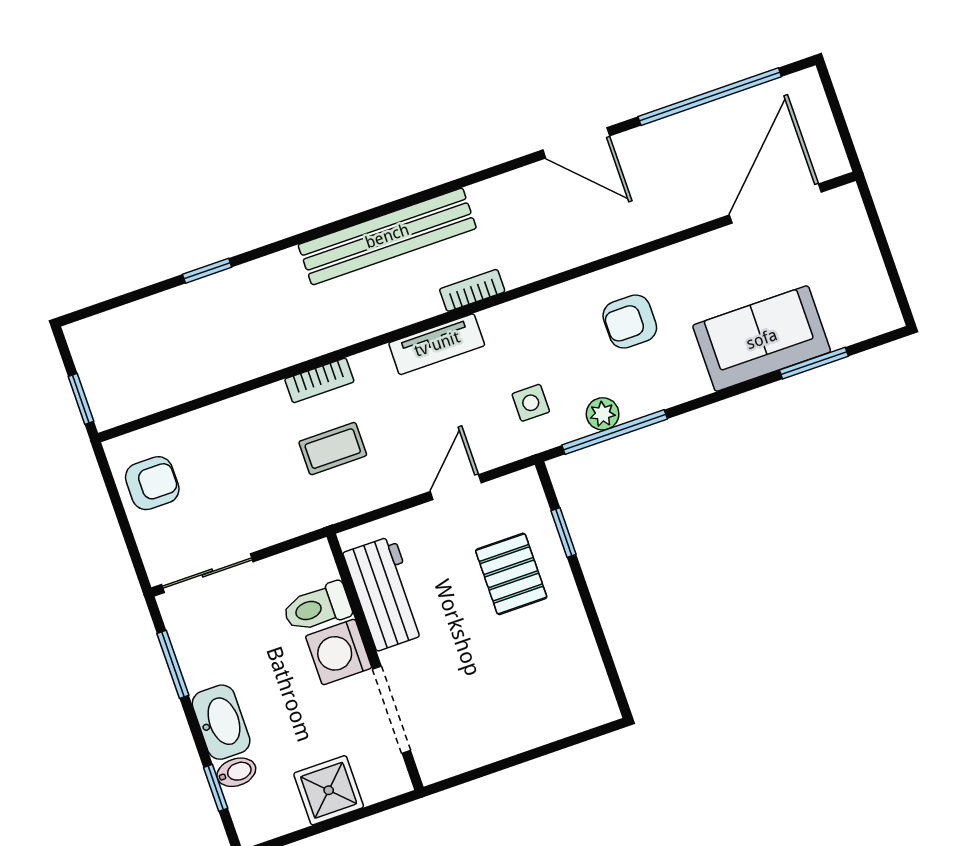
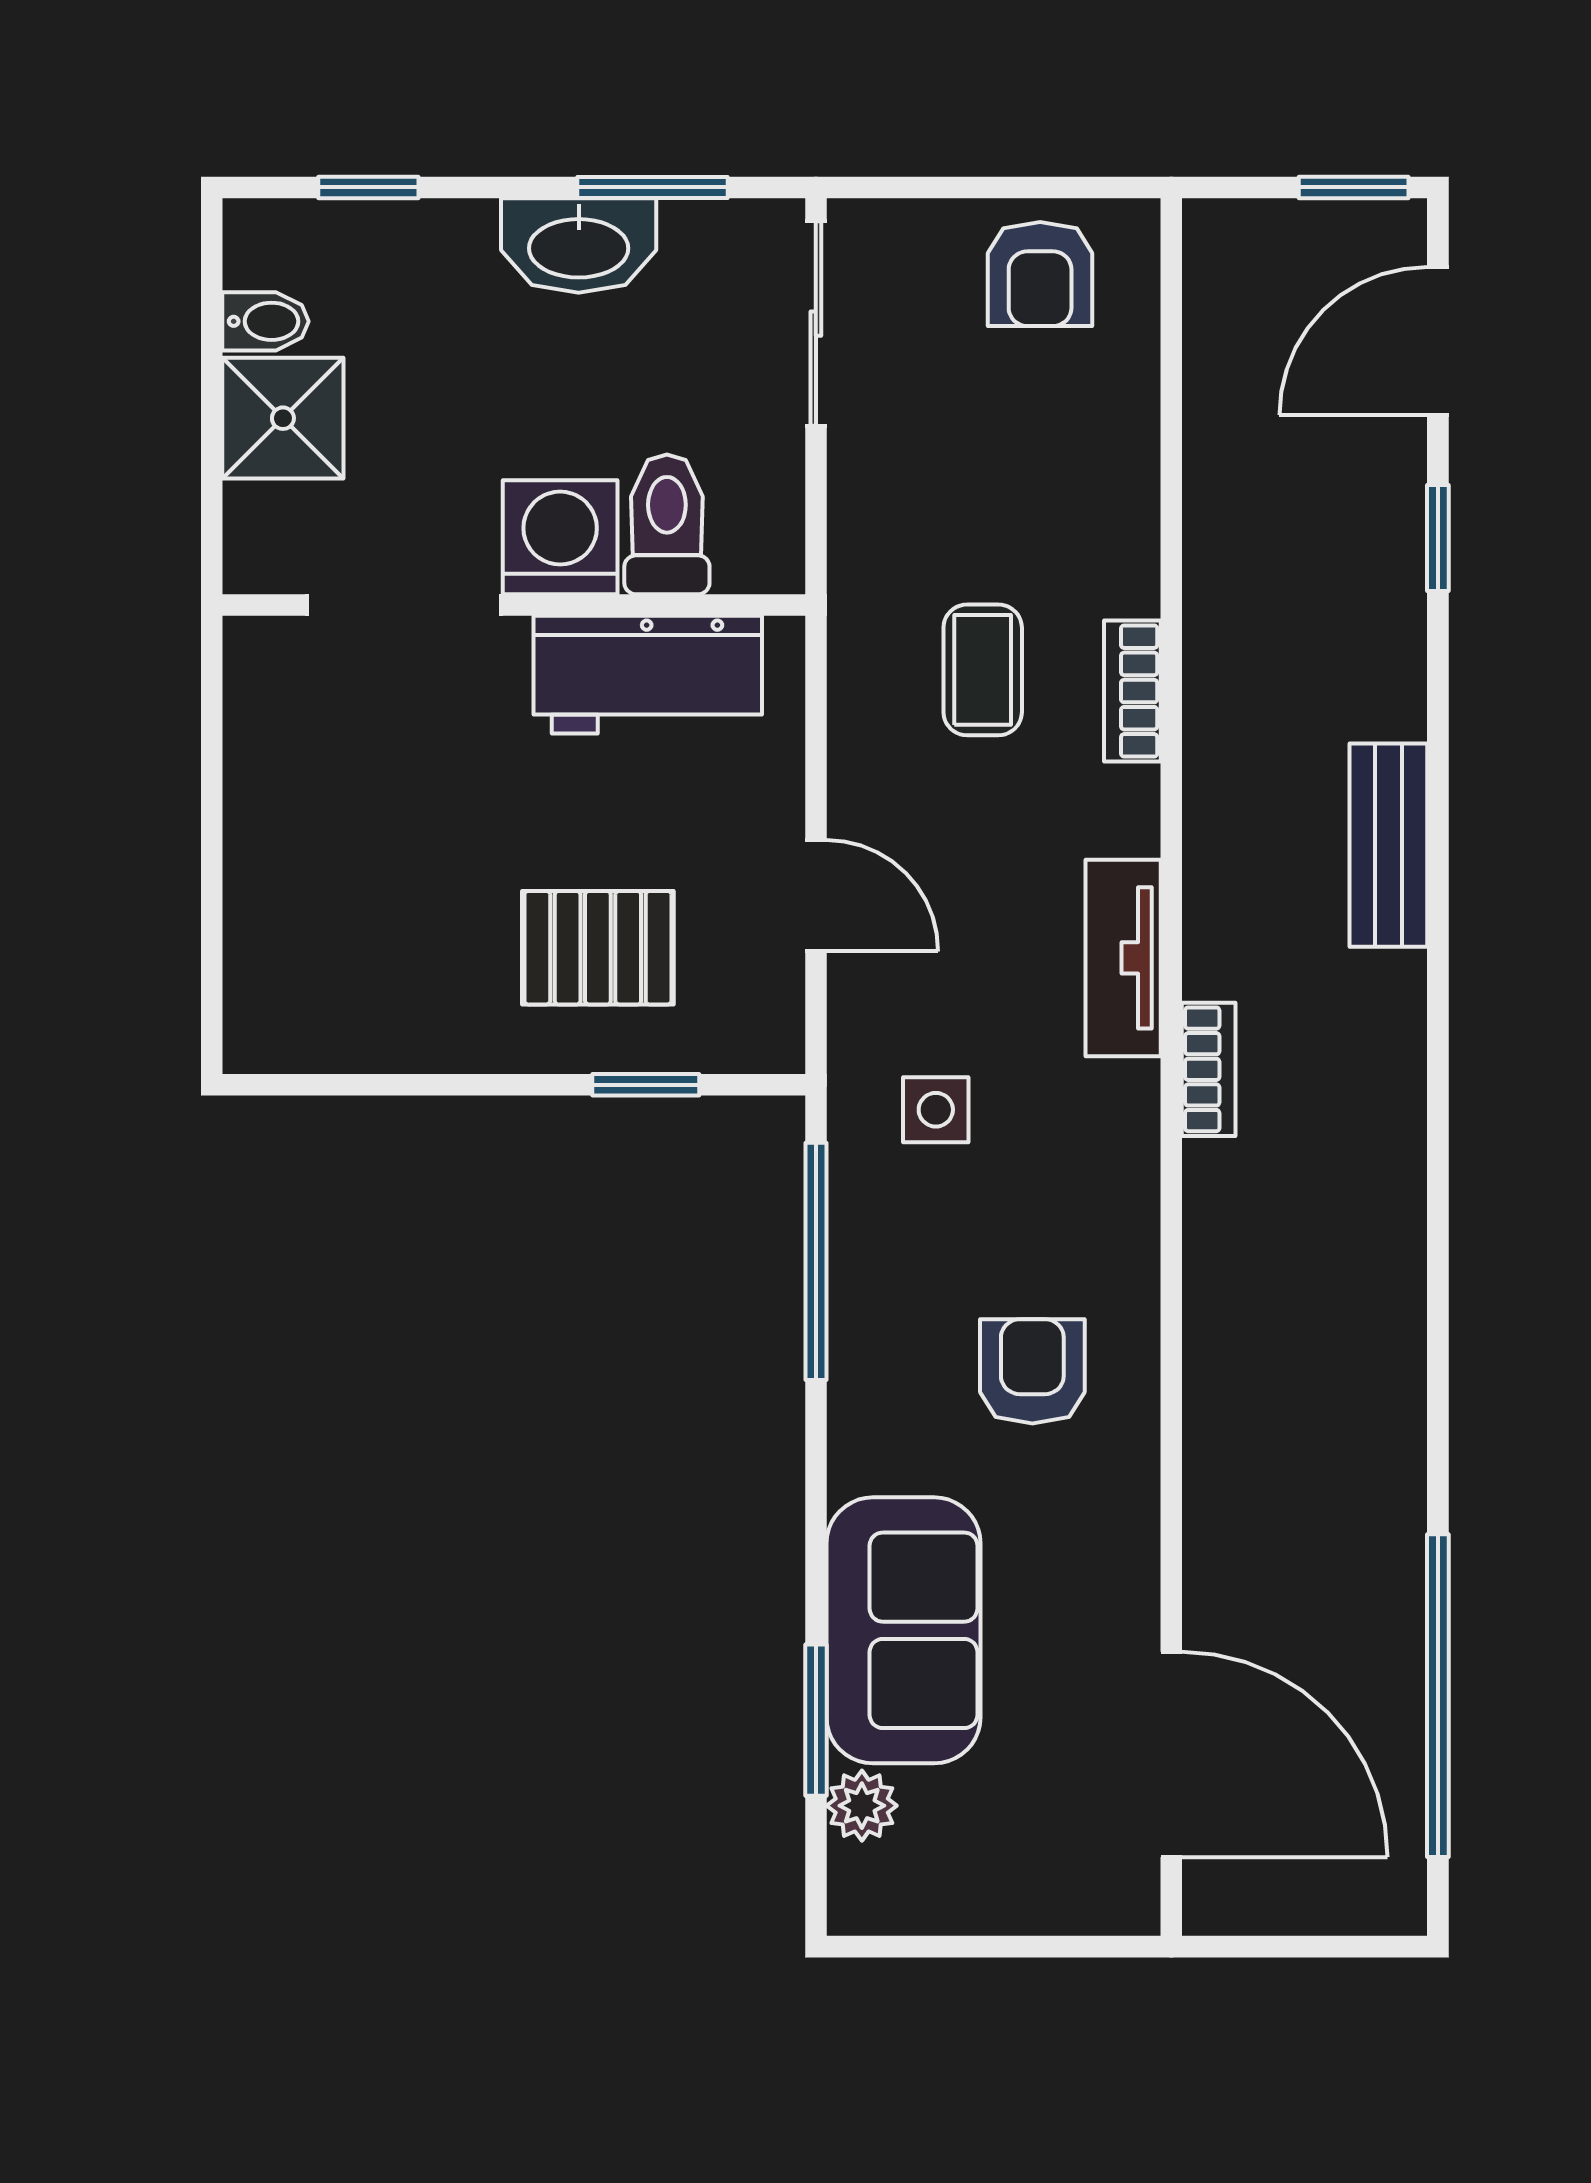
door: (576, 143) -> (1438, 341), moved
bench: (387, 236) -> (1388, 845), width x0.54, depth x0.82
window: (81, 399) -> (1354, 187), moved
plant: (603, 414) -> (862, 1806), moved
washbasin: (221, 722) -> (579, 245), moved
bidet: (236, 772) -> (266, 321), moved, turned -90

